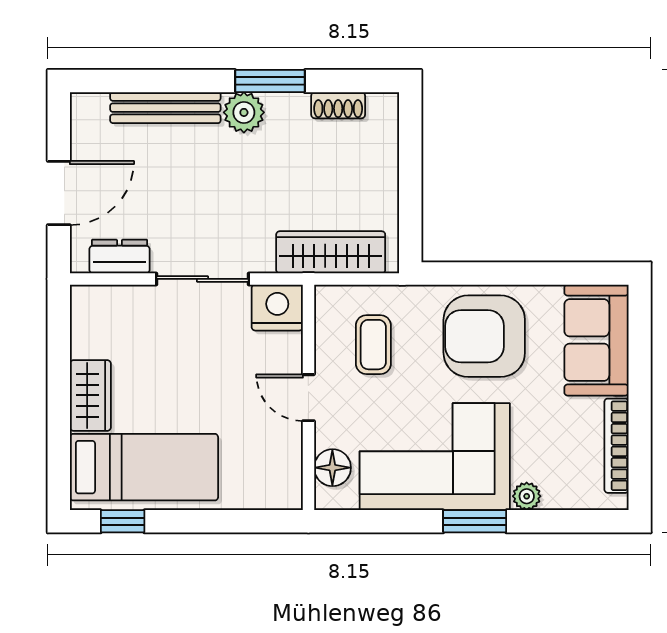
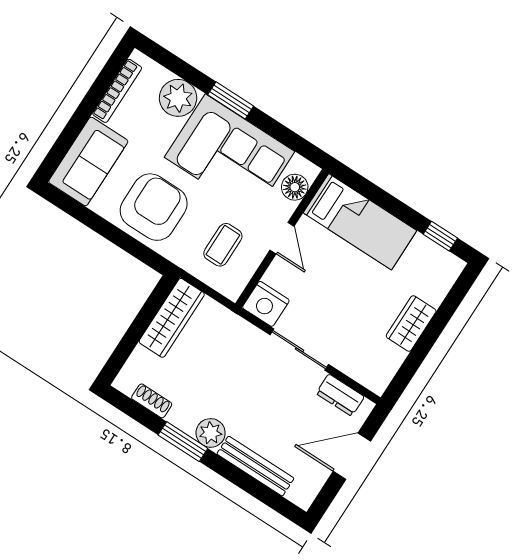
wardrobe: (331, 252) -> (172, 318), moved, turned -90
armchair: (484, 336) -> (154, 207), turned -90
bed: (144, 467) -> (360, 222), moved, turned 180
plant: (527, 496) -> (178, 98), width x1.87, depth x1.87

